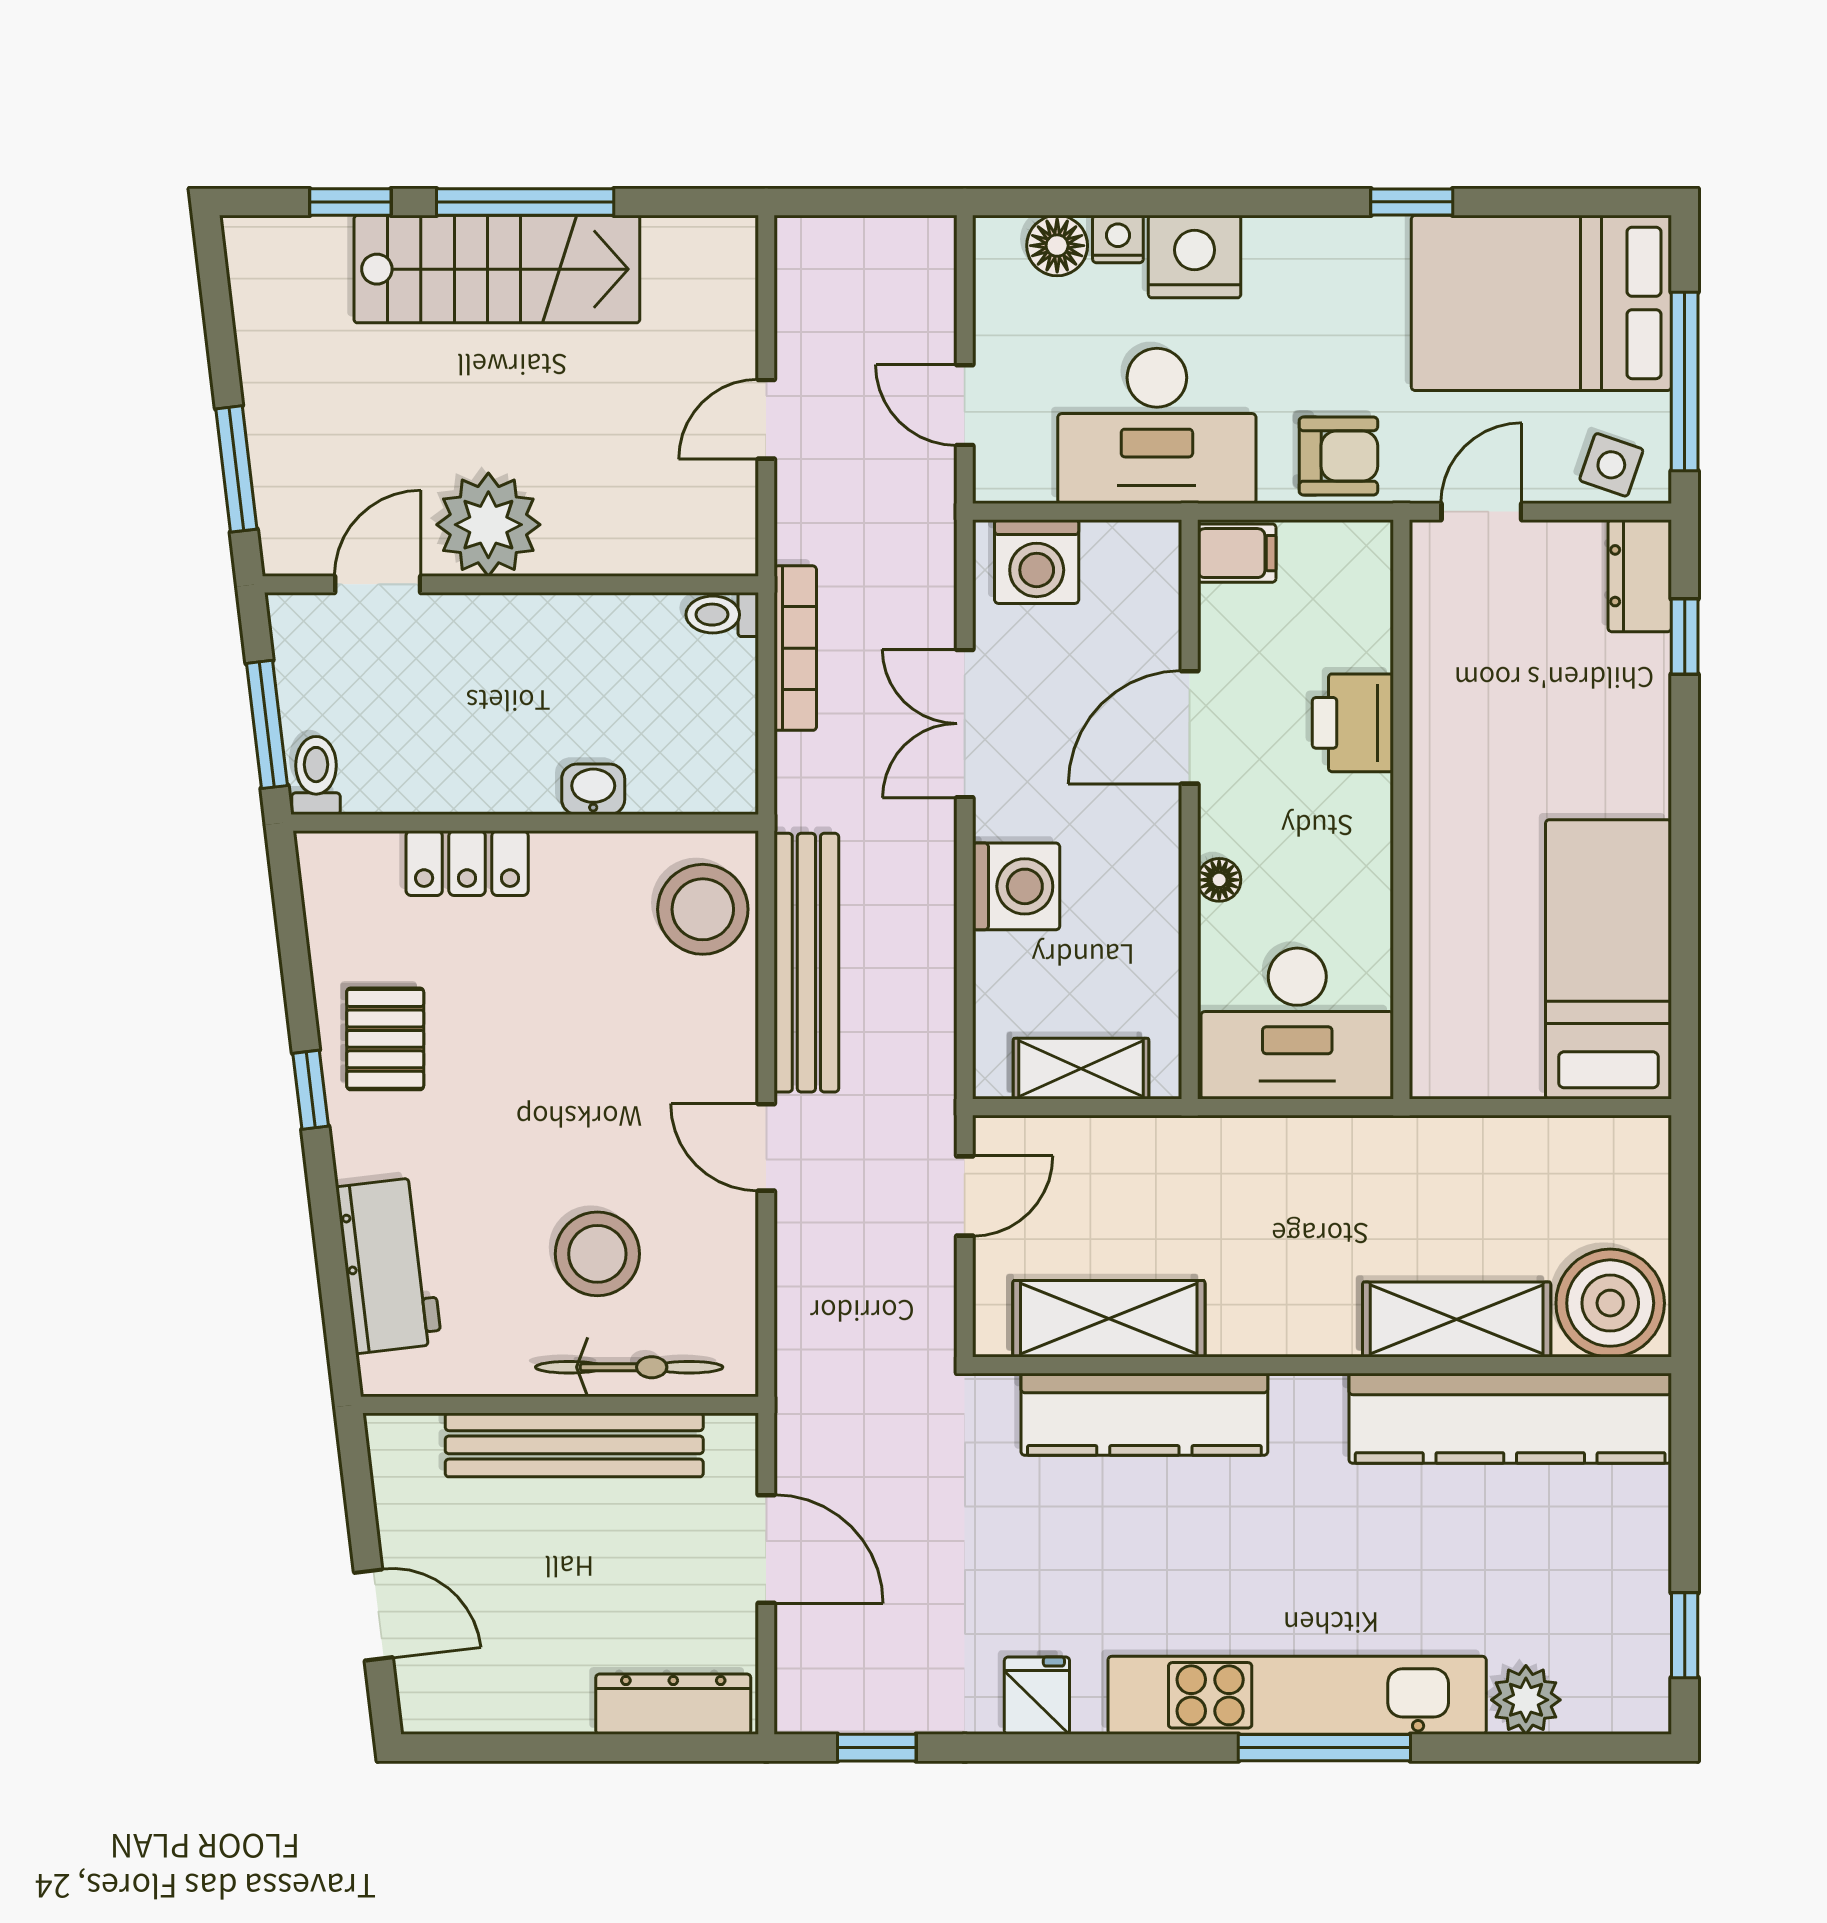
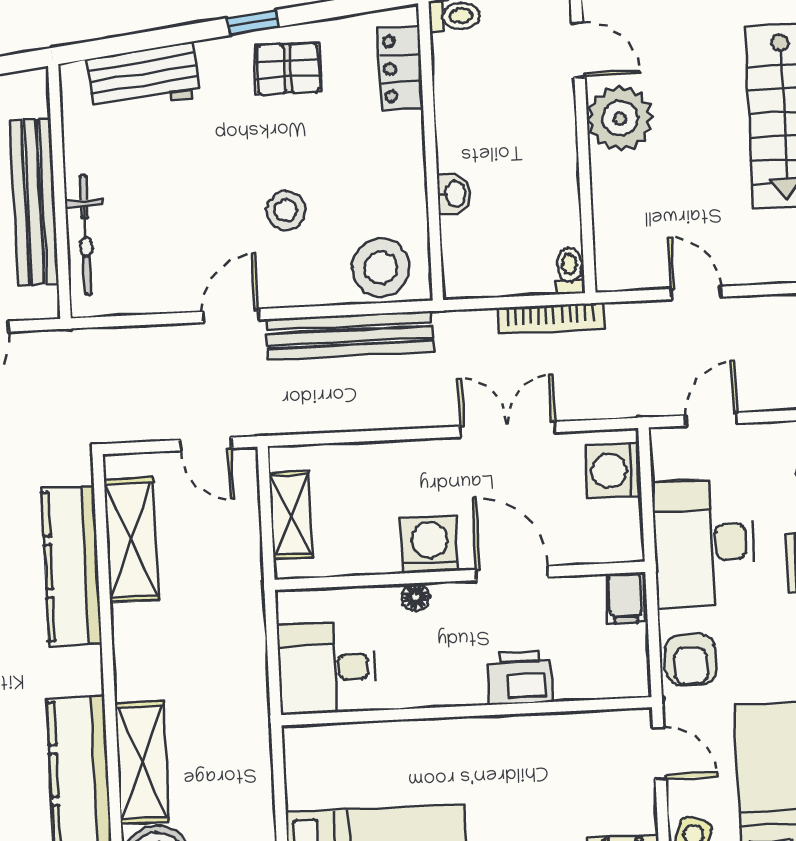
locker: (467, 863) -> (401, 68), moved
washing machine: (1016, 886) -> (430, 544), moved, turned 180
desk: (1297, 1024) -> (327, 668), width x0.73
stool: (597, 1254) -> (286, 211), moved, width x0.73, depth x0.73

